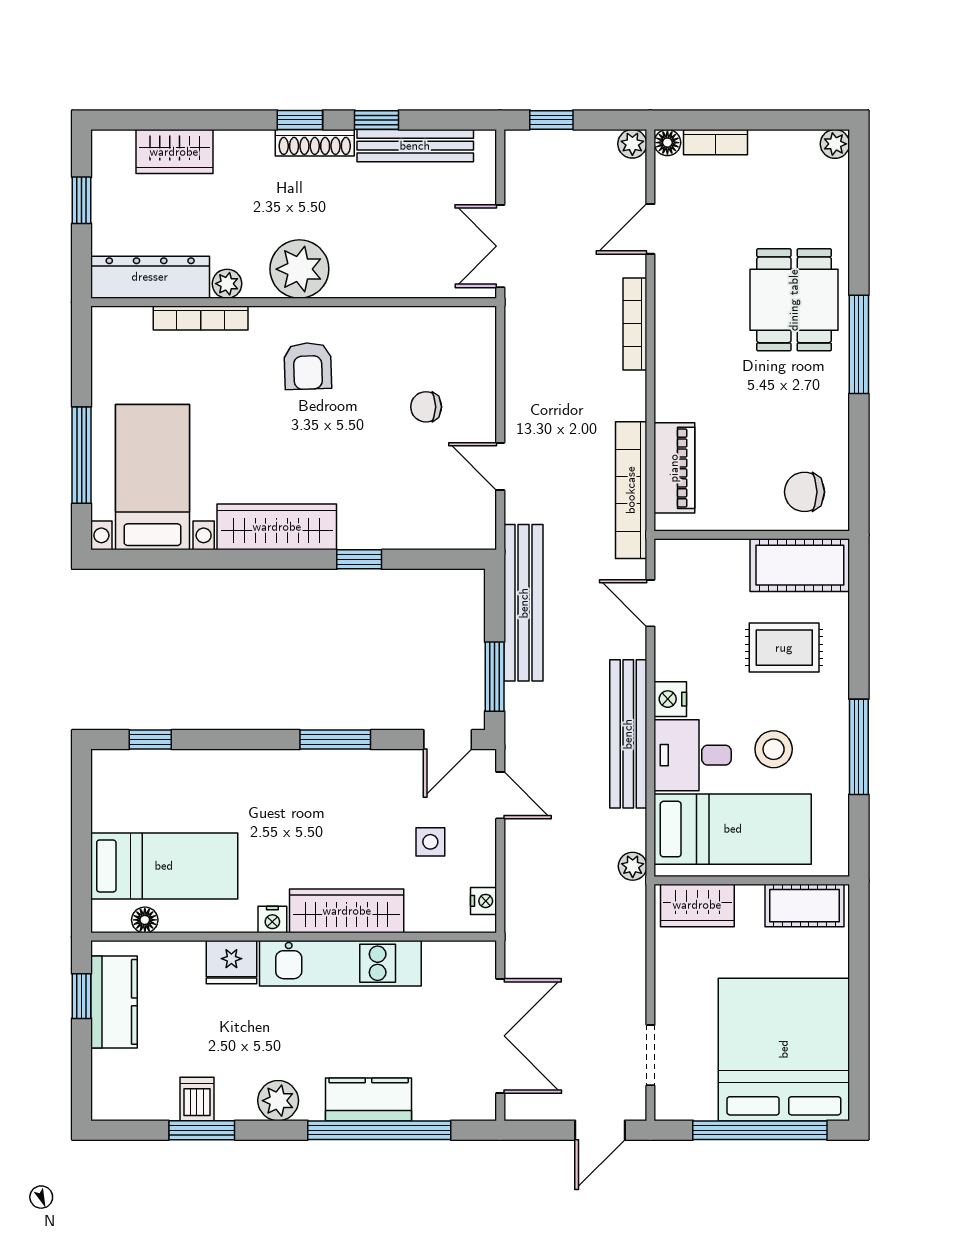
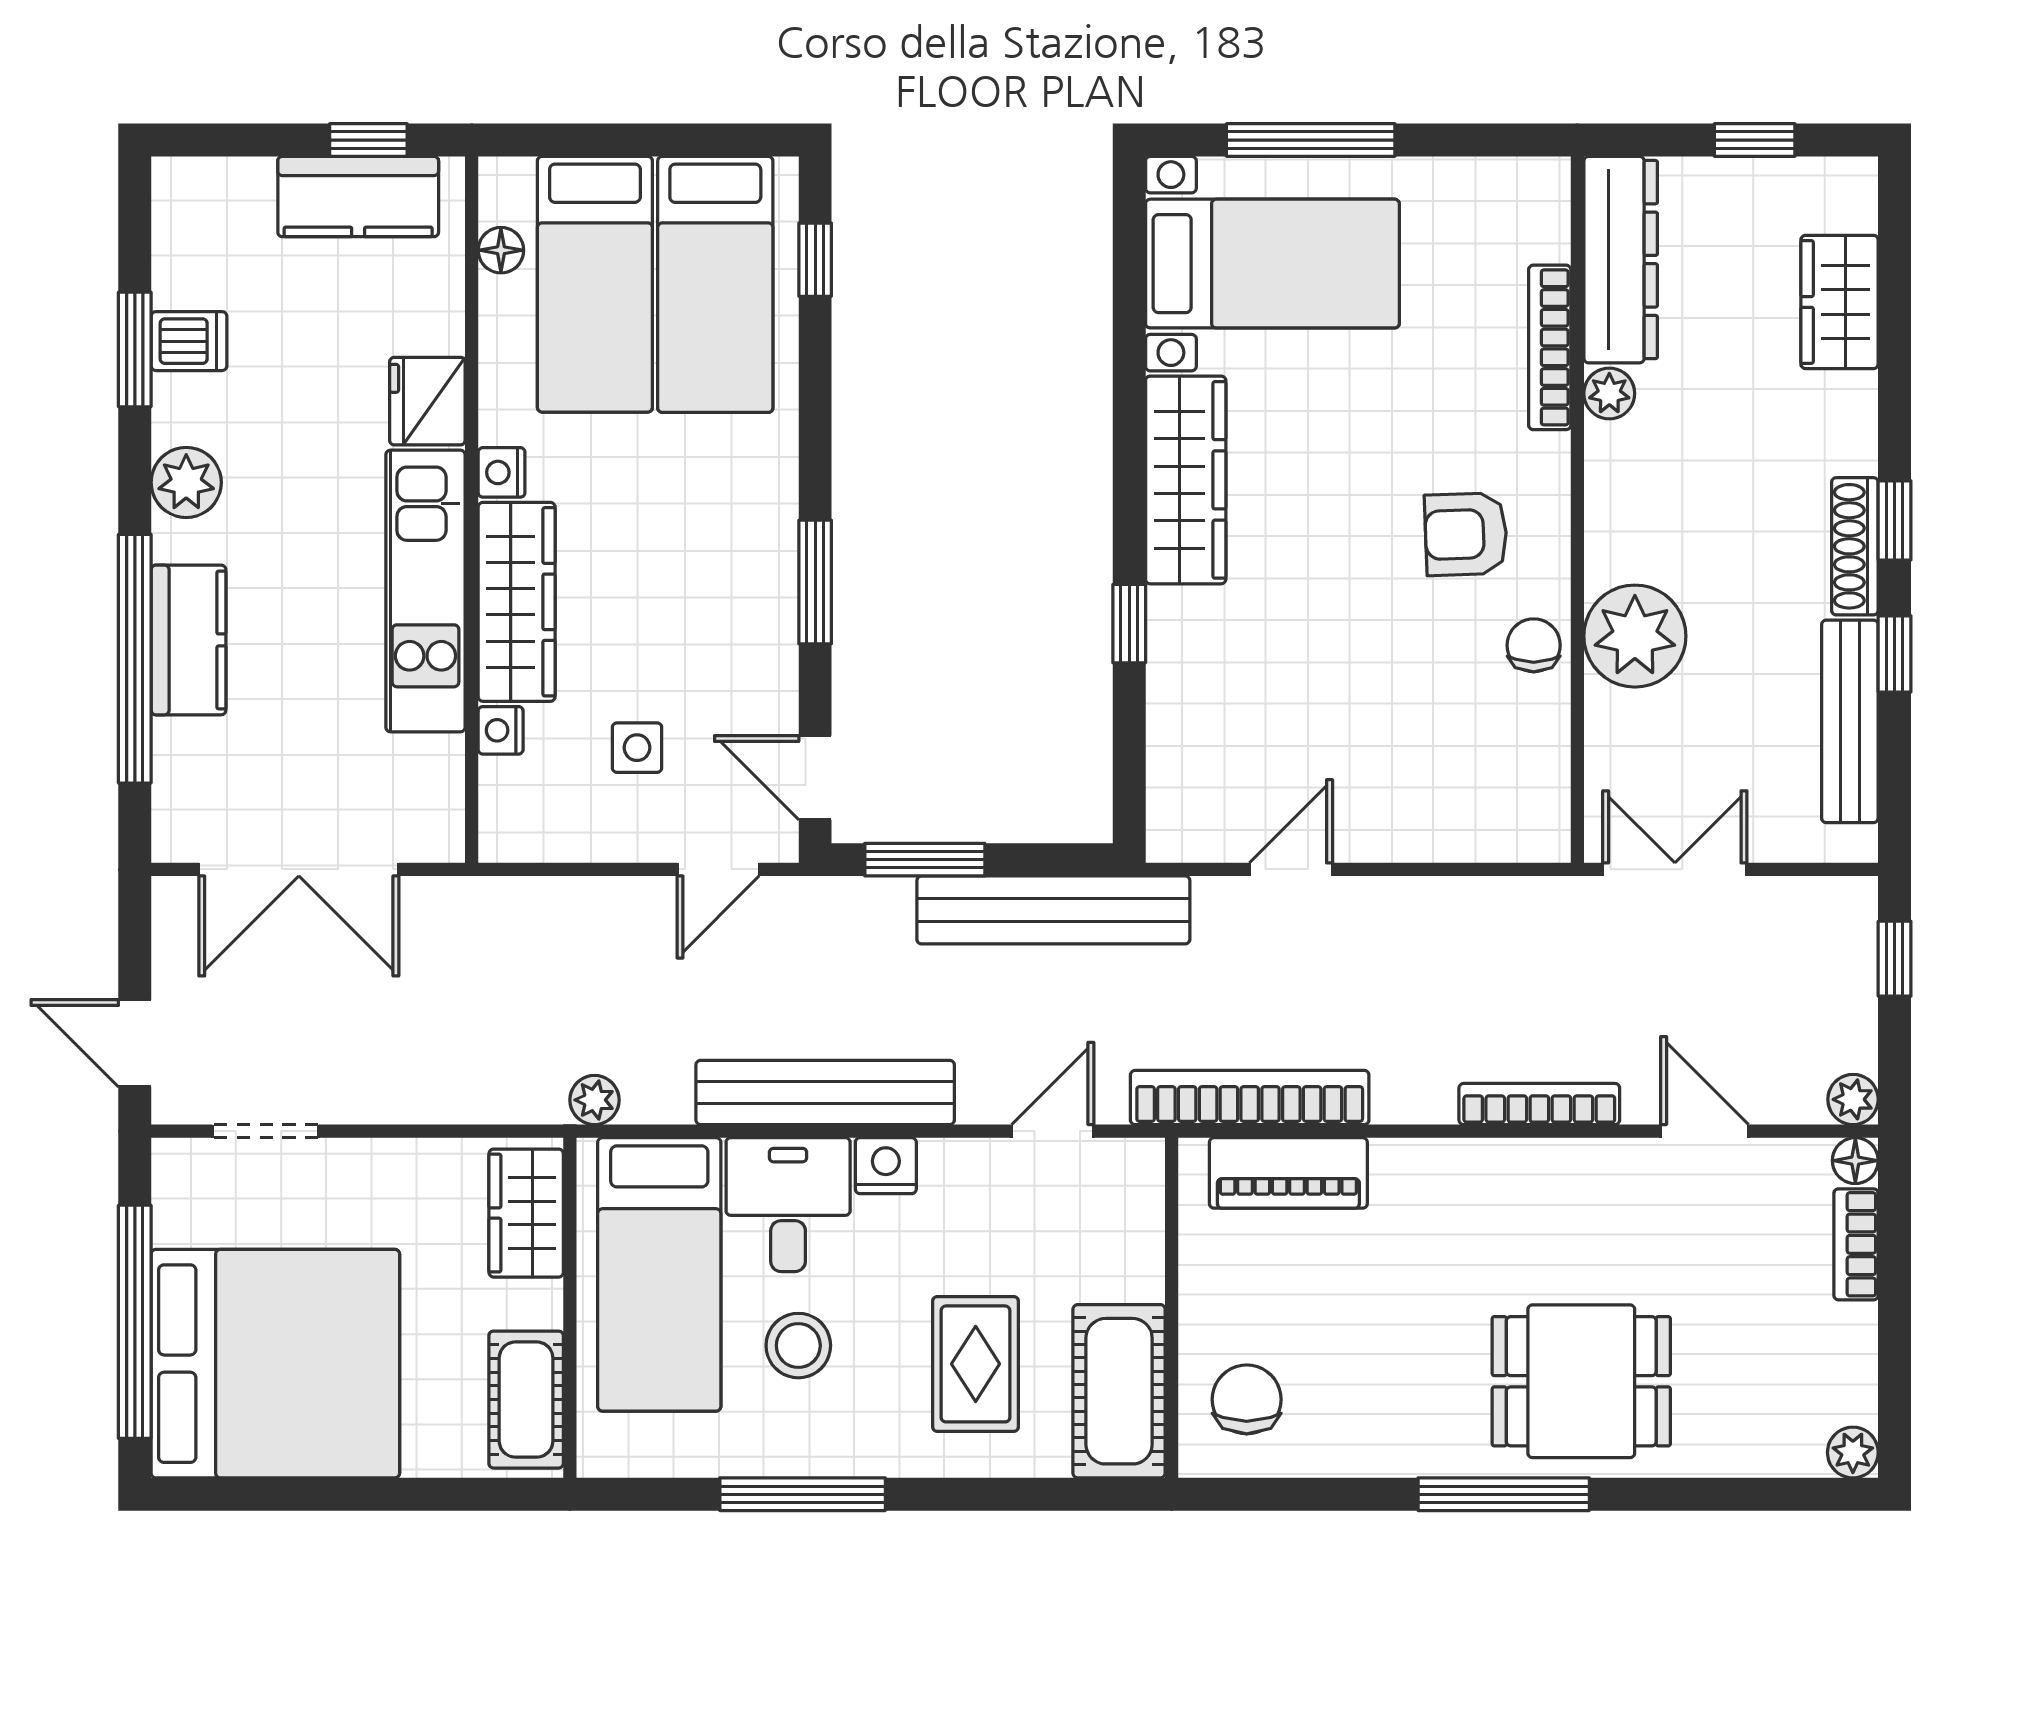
plant: (299, 269) -> (1635, 636), moved
chair: (426, 407) -> (1534, 645), moved
bed: (164, 797) -> (715, 284), added
nightstand: (484, 901) -> (501, 730), moved, turned 90

